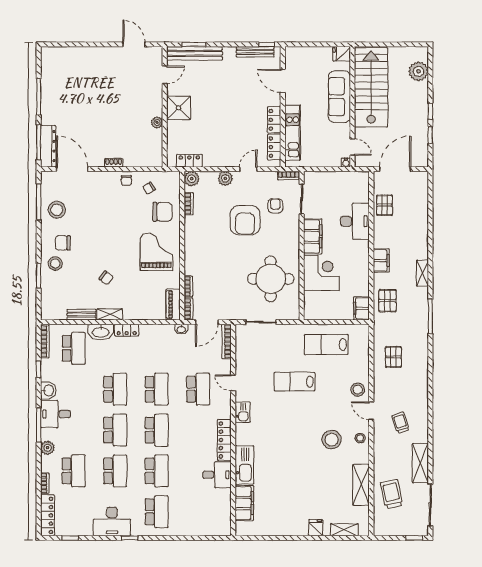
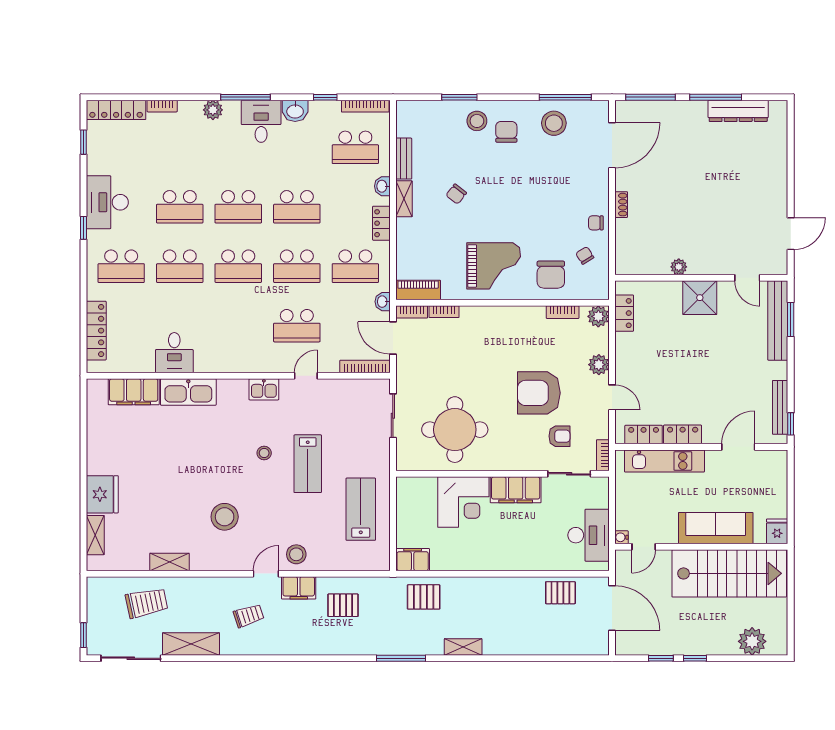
dresser: (48, 146) -> (738, 111), moved
desk: (355, 221) -> (588, 535), moved, turned -90
filing cabinet: (381, 260) -> (299, 588), moved
washbasin: (101, 332) -> (382, 186), width x0.52, depth x0.69
lab bench: (294, 382) -> (308, 464), turned 180
stool: (360, 438) -> (264, 453), moved
locker: (224, 440) -> (96, 331), moved, turned 90
school desk: (74, 471) -> (355, 266), moved
shelving: (361, 485) -> (169, 562), width x0.67, depth x0.75
fridge: (316, 528) -> (102, 494), width x1.88, depth x1.34

